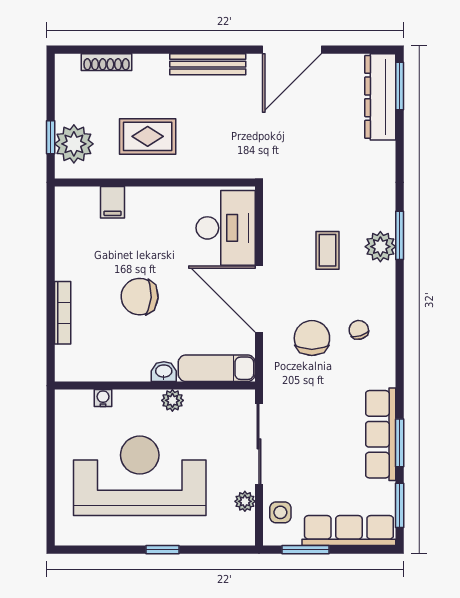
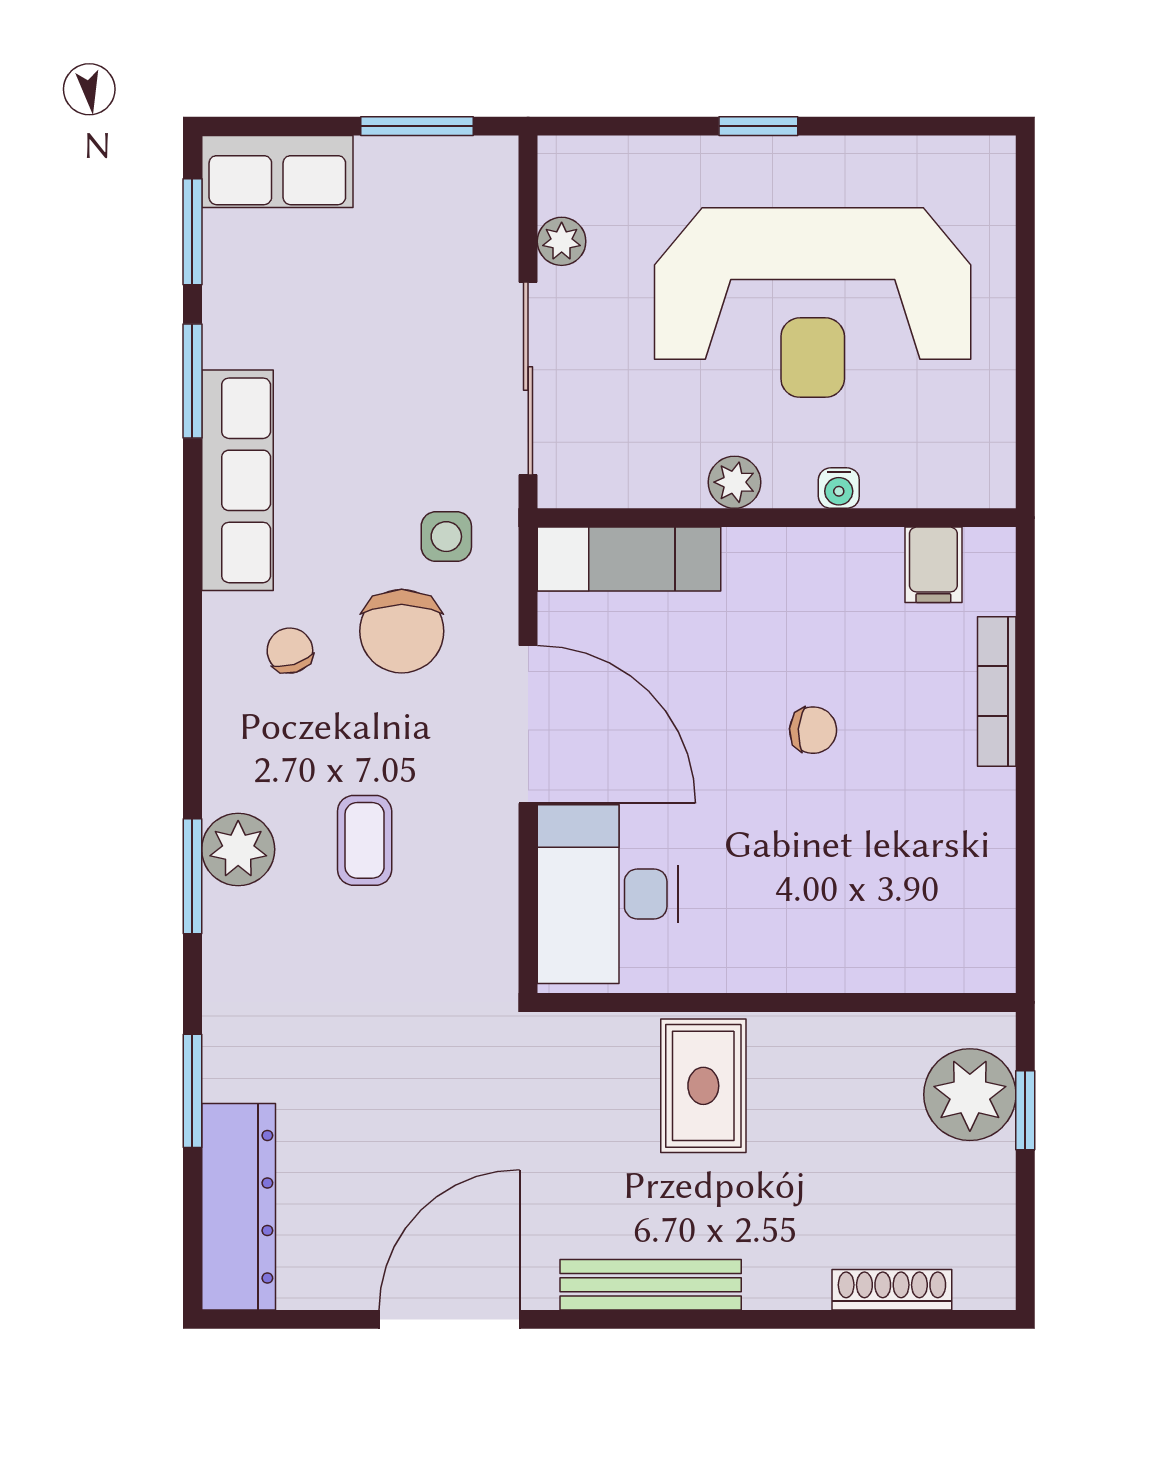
window: (400, 86) -> (192, 1091), moved
rug: (148, 136) -> (703, 1086), moved, turned 90
filing cabinet: (113, 202) -> (933, 565), moved, turned 180
chair: (140, 297) -> (813, 730), width x0.54, depth x0.54
chair: (359, 330) -> (290, 651), turned 180
washbasin: (164, 372) -> (755, 551), removed
water cooler: (103, 398) -> (839, 488), moved
row of seats: (381, 434) -> (237, 480), moved
side table: (280, 512) -> (446, 537), moved
row of seats: (349, 531) -> (277, 172), width x0.68

